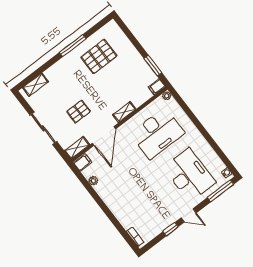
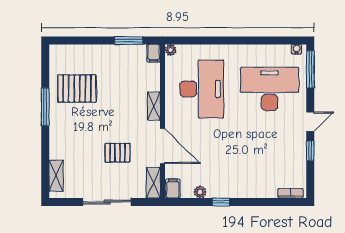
pallet: (99, 56) -> (77, 89), turned 90
pallet: (79, 112) -> (117, 153), turned 90
window: (97, 198) -> (221, 202), added

